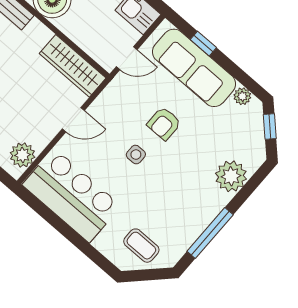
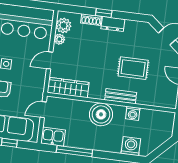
plant: (41, 140) -> (59, 39), added

